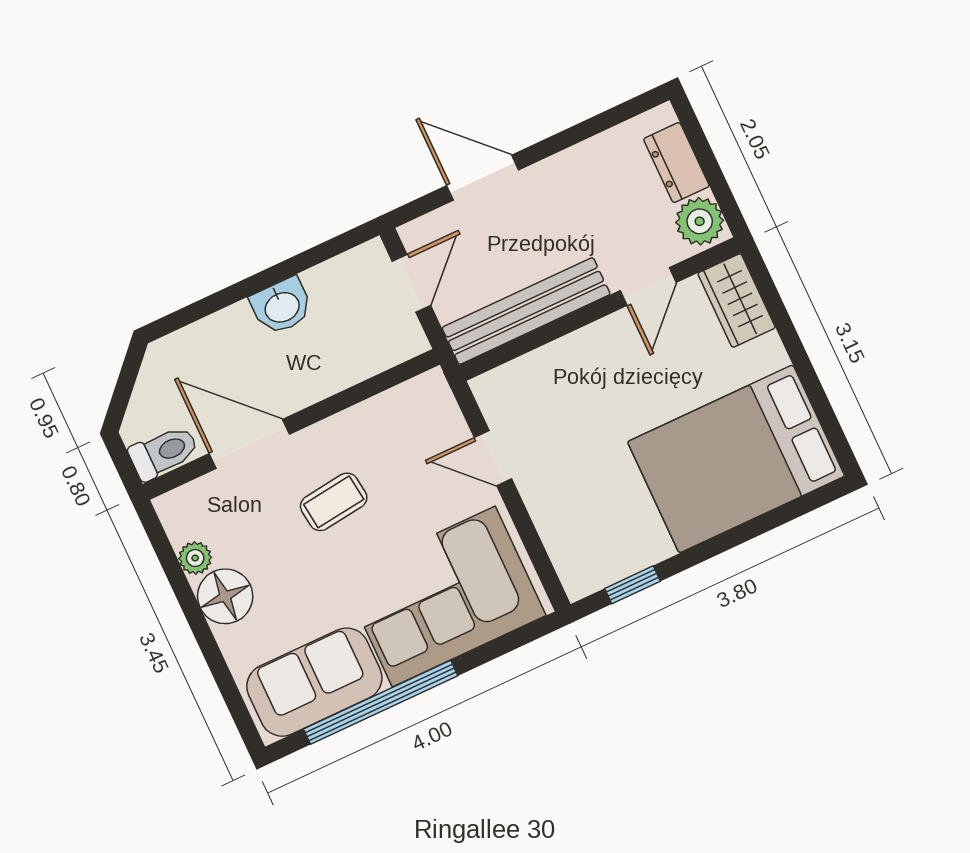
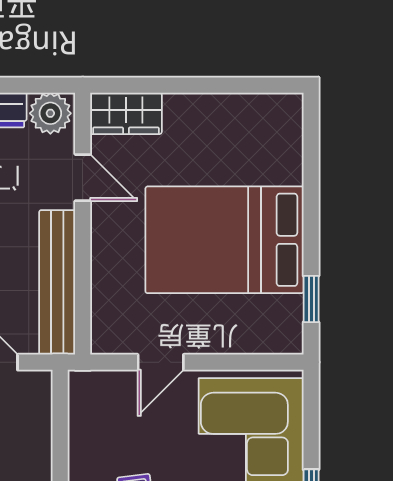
bed: (736, 459) -> (225, 240), moved, turned 90

